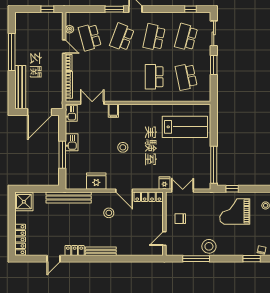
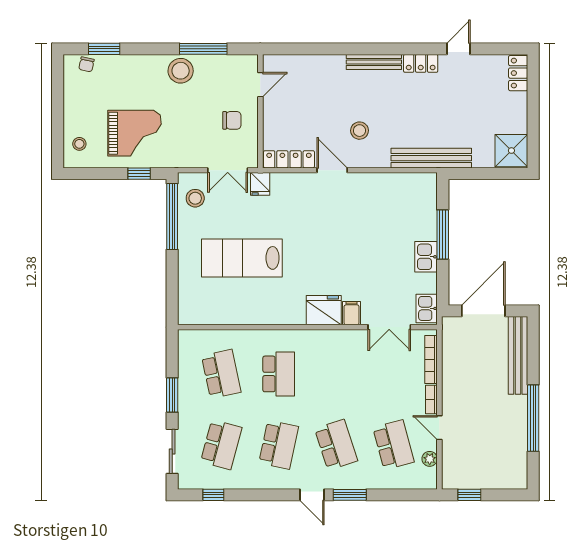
school desk: (122, 37) -> (336, 445), turned -39
lab bench: (185, 127) -> (242, 258), moved
stool: (123, 147) -> (195, 198), moved
fridge: (96, 181) -> (324, 310), moved, turned 180
locker: (20, 240) -> (518, 73), width x0.66

